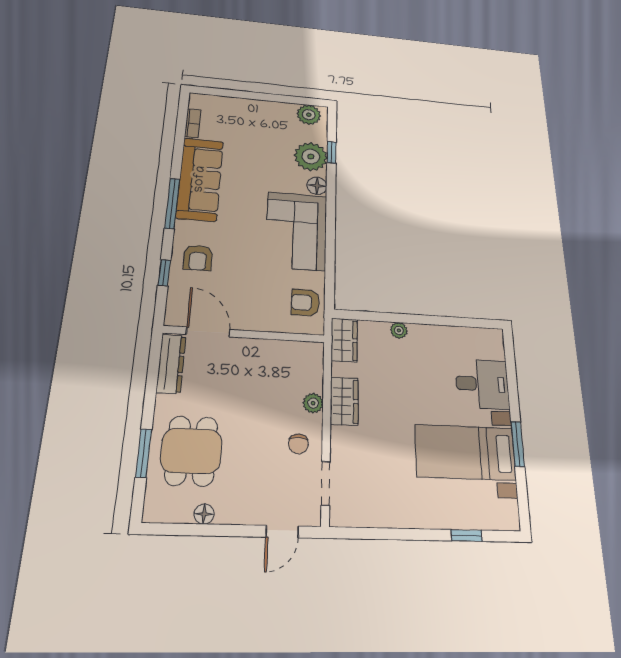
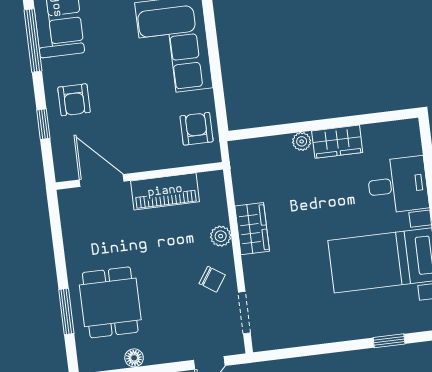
armchair: (305, 303) -> (197, 129), turned 90
wardrobe: (344, 340) -> (337, 142), moved, turned 90
piano: (267, 352) -> (165, 191), added
dresser: (171, 364) -> (72, 221), removed
chair: (298, 444) -> (212, 279), turned -56

